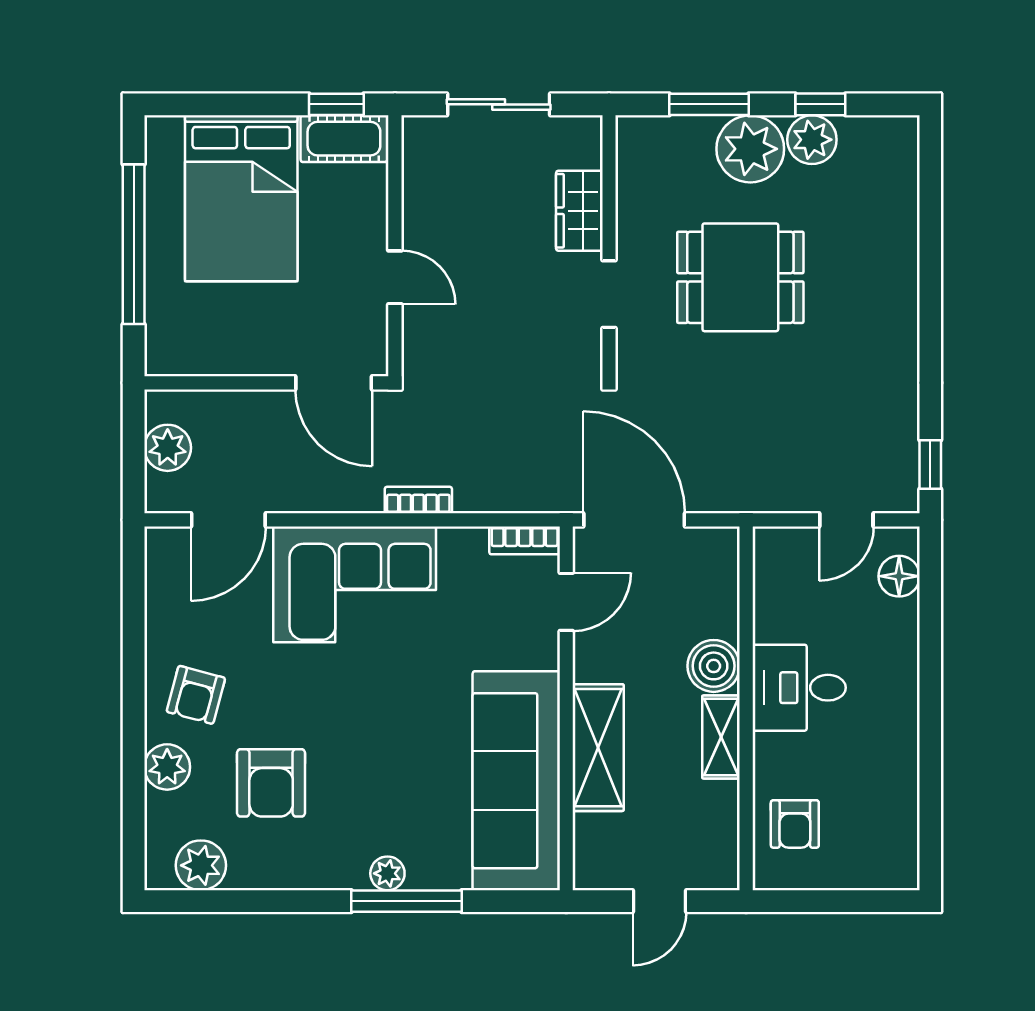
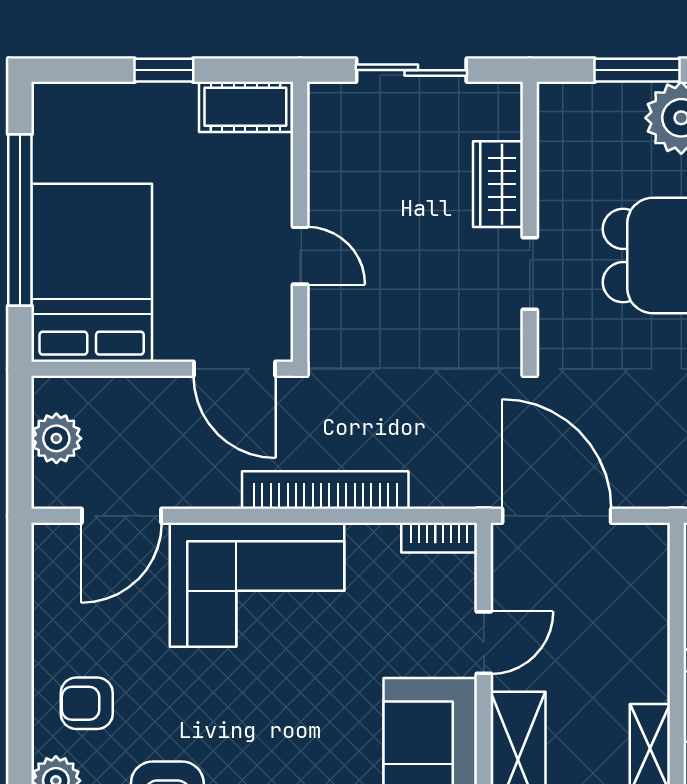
window: (336, 104) -> (164, 70), moved
bed: (241, 198) -> (92, 273), moved, turned 180
bookcase: (418, 500) -> (325, 490), width x2.31, depth x1.31
door: (566, 602) -> (484, 643), moved
boiler: (714, 666) -> (642, 672), removed
armchair: (196, 695) -> (87, 703), turned 75

